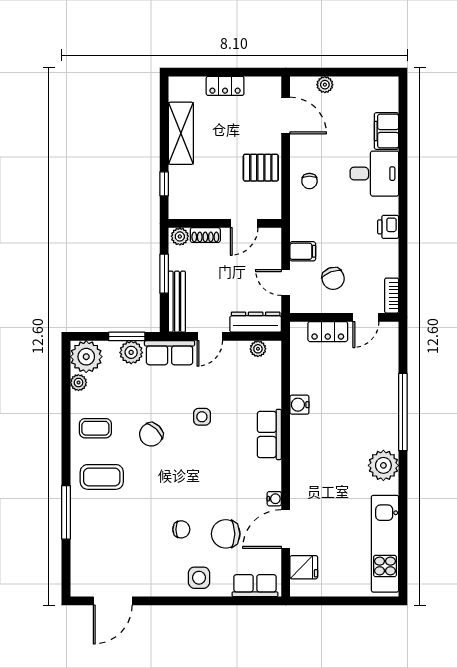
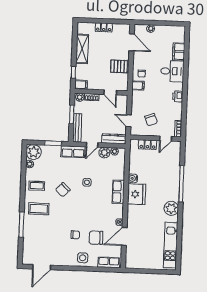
filing cabinet: (181, 209) -> (81, 85), added
door: (244, 223) -> (110, 92), hinge flipped
filing cabinet: (303, 251) -> (138, 86), moved
plant: (131, 352) -> (104, 153), moved
fridge: (304, 567) -> (137, 194), moved, width x1.88, depth x1.34

